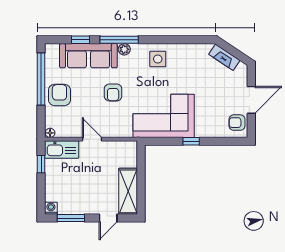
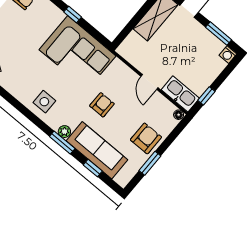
window: (119, 40) -> (62, 142), width x0.69
window: (41, 79) -> (150, 163), width x0.47
armchair: (59, 95) -> (146, 138), turned 180

